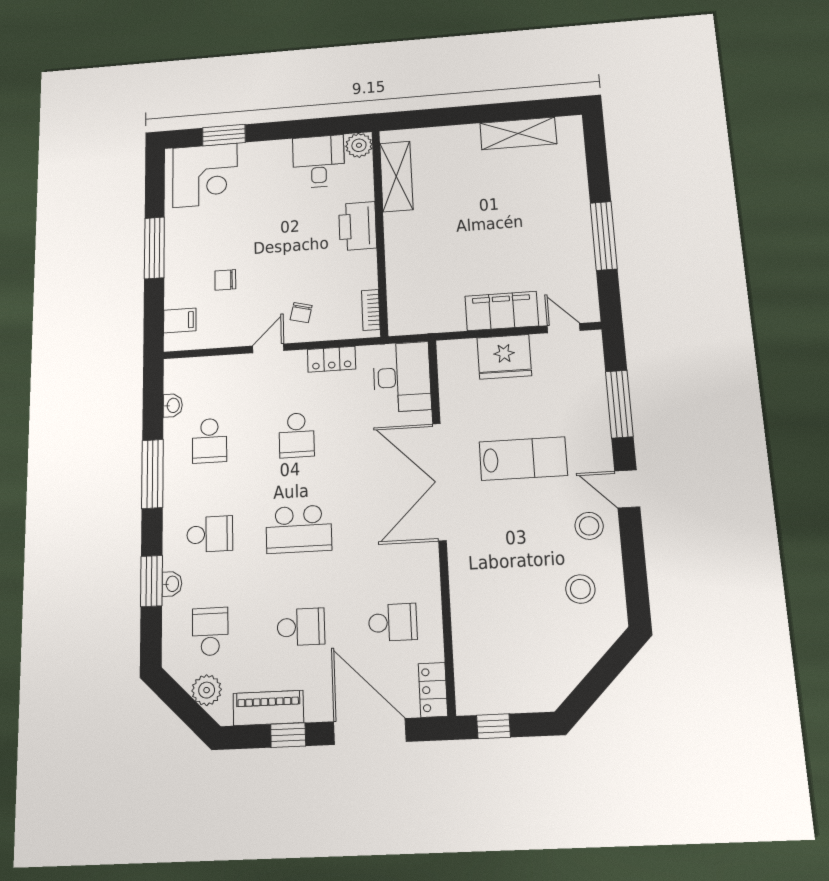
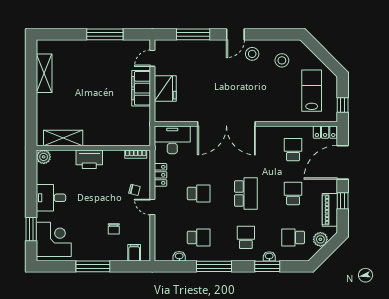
desk: (319, 161) -> (51, 198), moved
lab bench: (523, 459) -> (312, 91), moved

